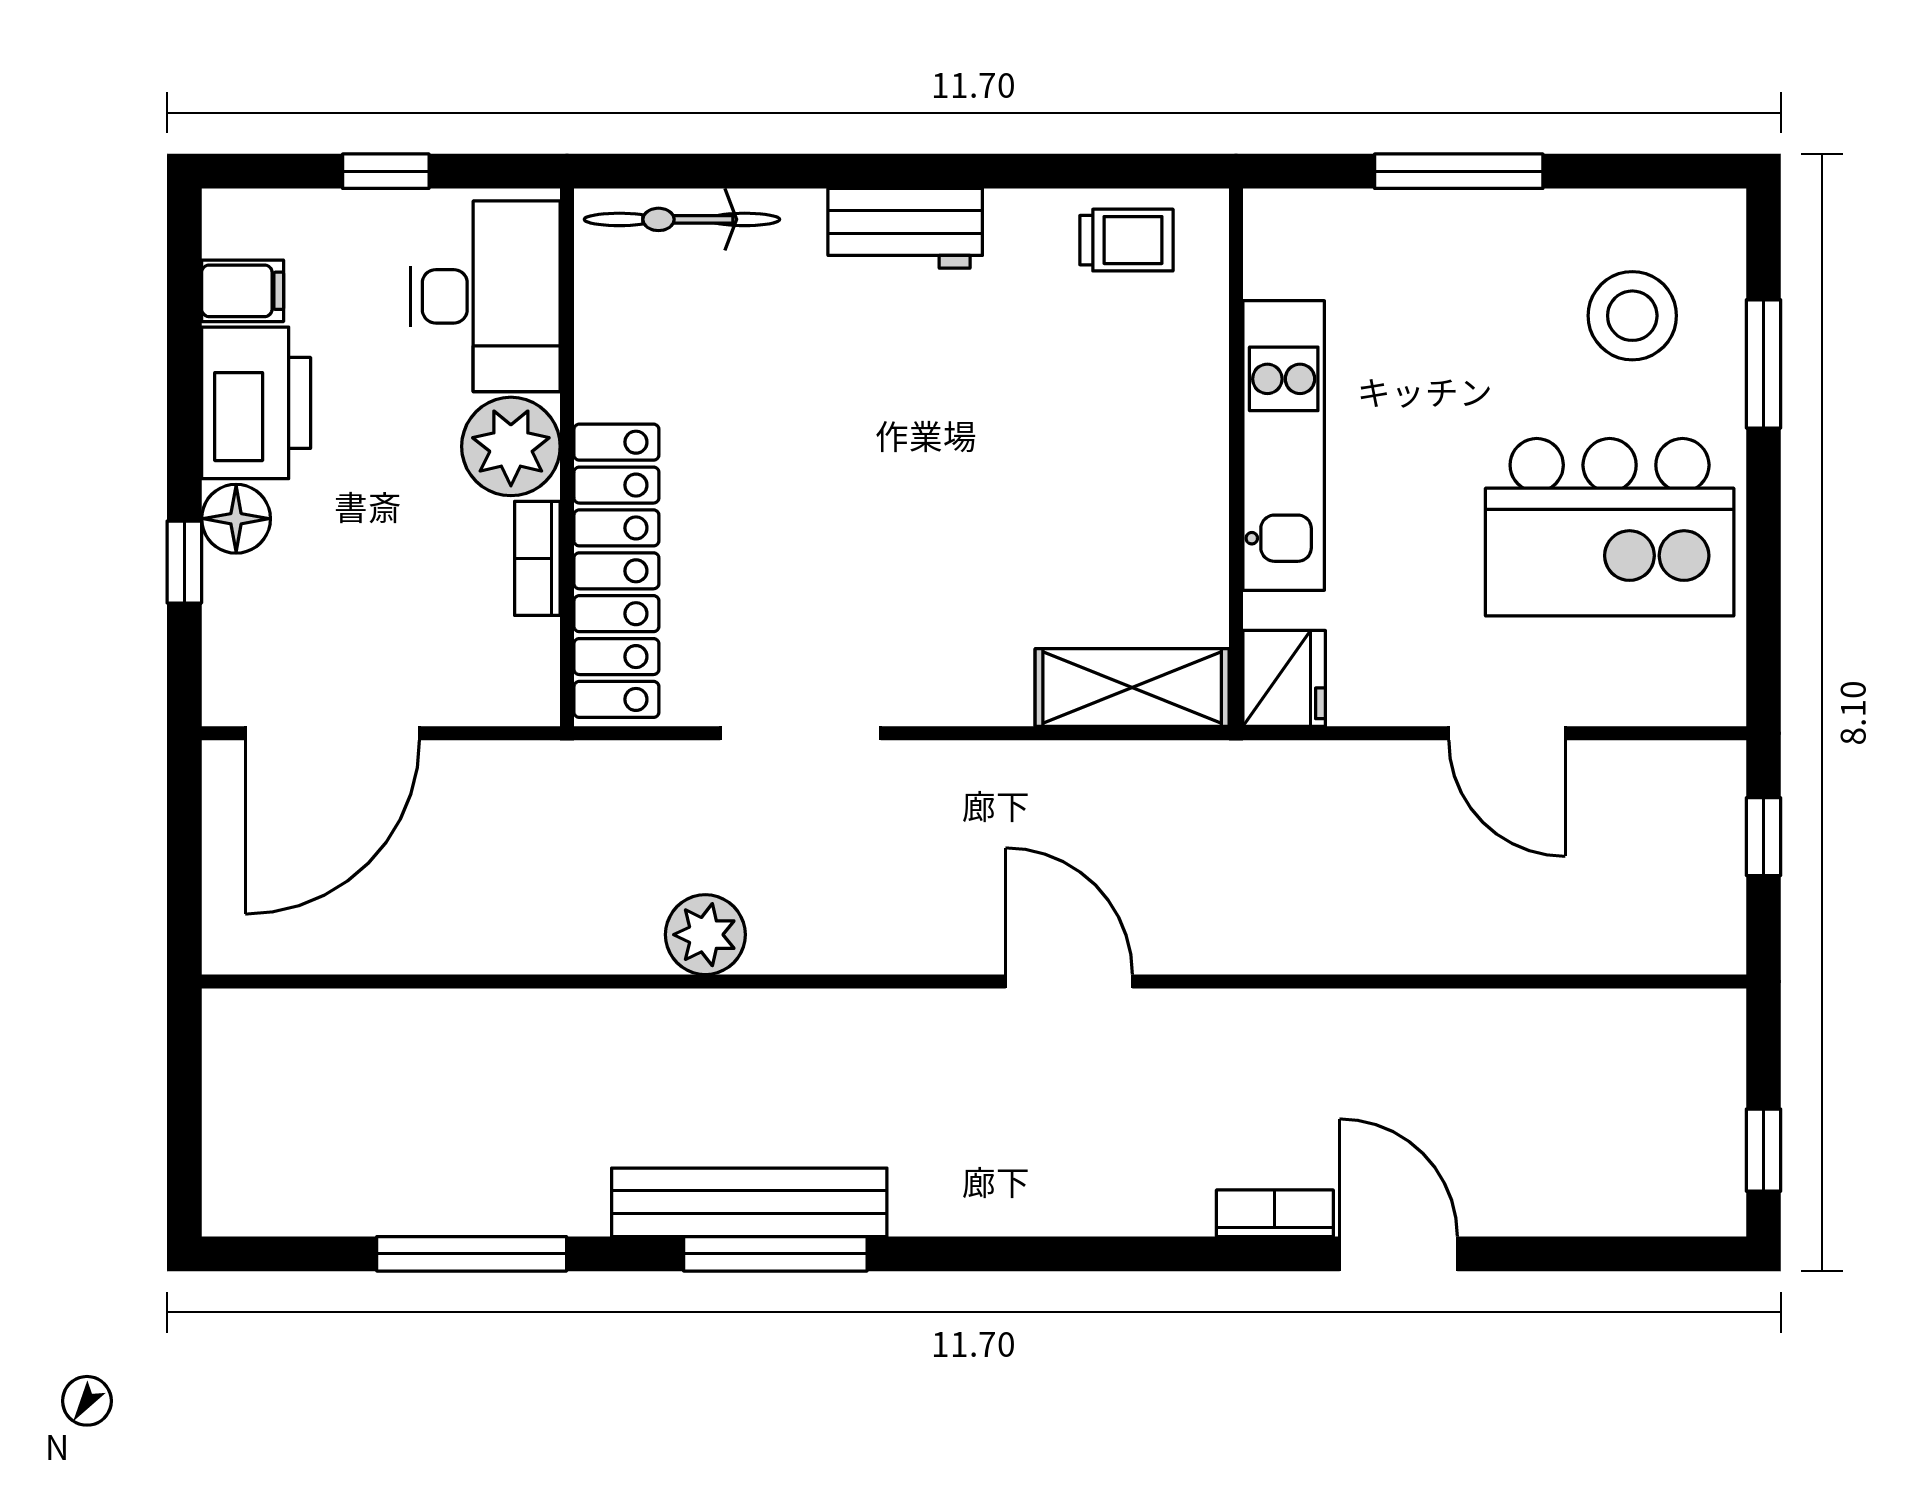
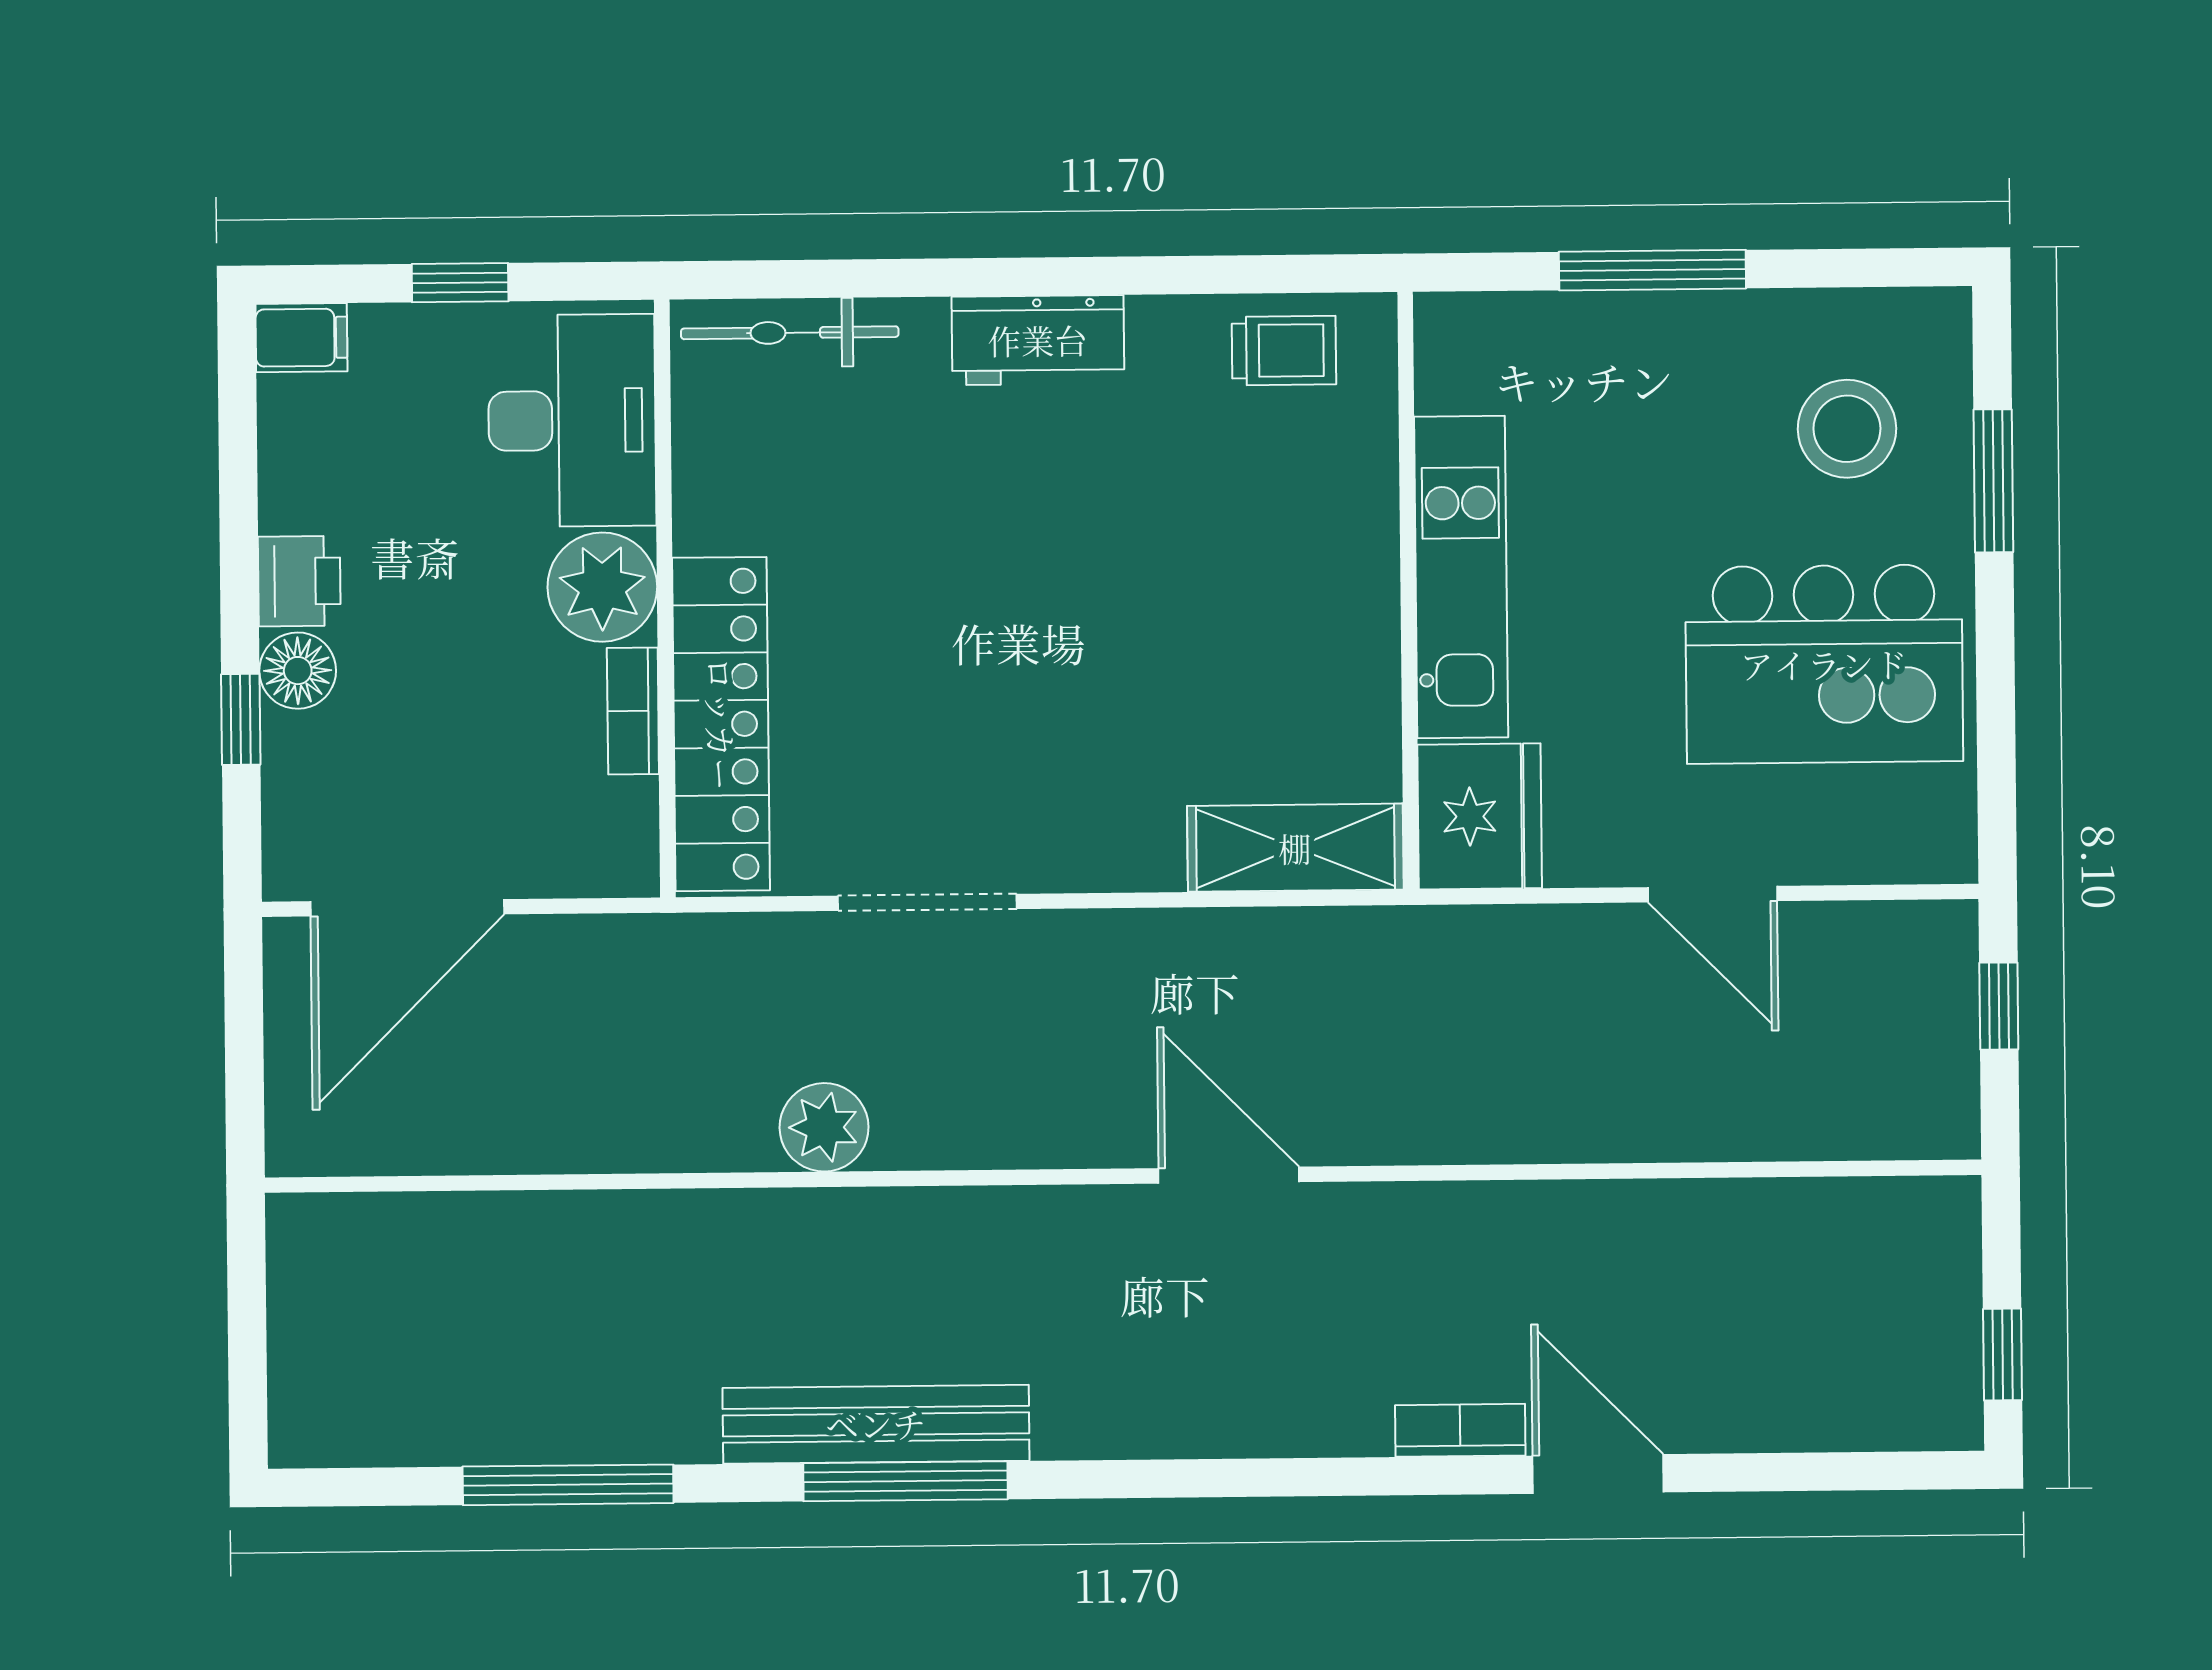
filing cabinet: (243, 291) -> (301, 338), moved
printer: (256, 403) -> (299, 581), width x0.53, depth x0.68
fridge: (1284, 678) -> (1480, 816), width x1.36, depth x1.34

